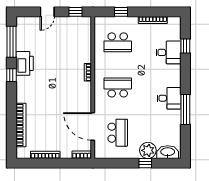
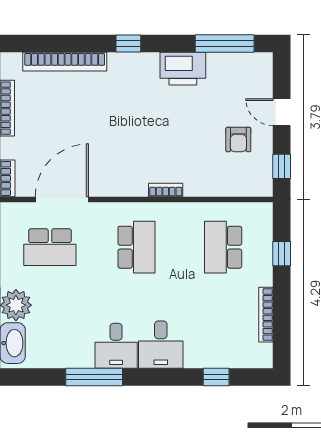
armchair: (62, 34) -> (238, 140), added
desk: (168, 52) -> (161, 345), moved
window: (11, 75) -> (128, 43), moved

